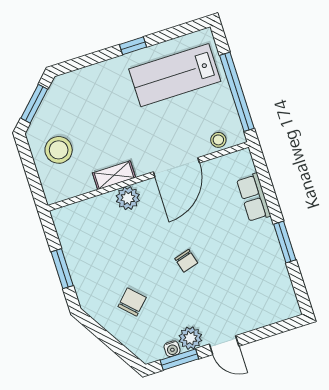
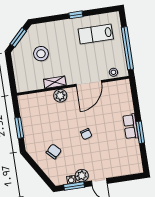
lab bench: (175, 75) -> (96, 34), width x0.73, depth x0.72
stool: (59, 150) -> (41, 54), moved
row of seats: (254, 198) -> (130, 126), moved

